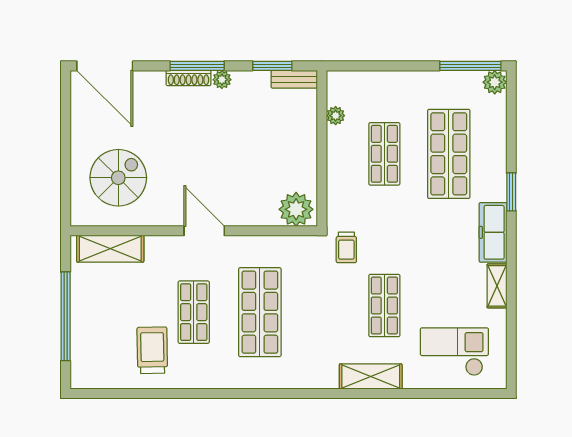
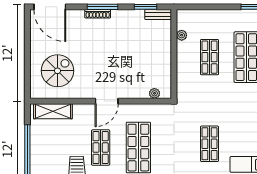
plant: (222, 80) -> (117, 15), removed
plant: (296, 209) -> (154, 93), width x0.53, depth x0.53
door: (204, 231) -> (107, 101), swing flipped
trolley: (346, 247) -> (188, 111), removed

